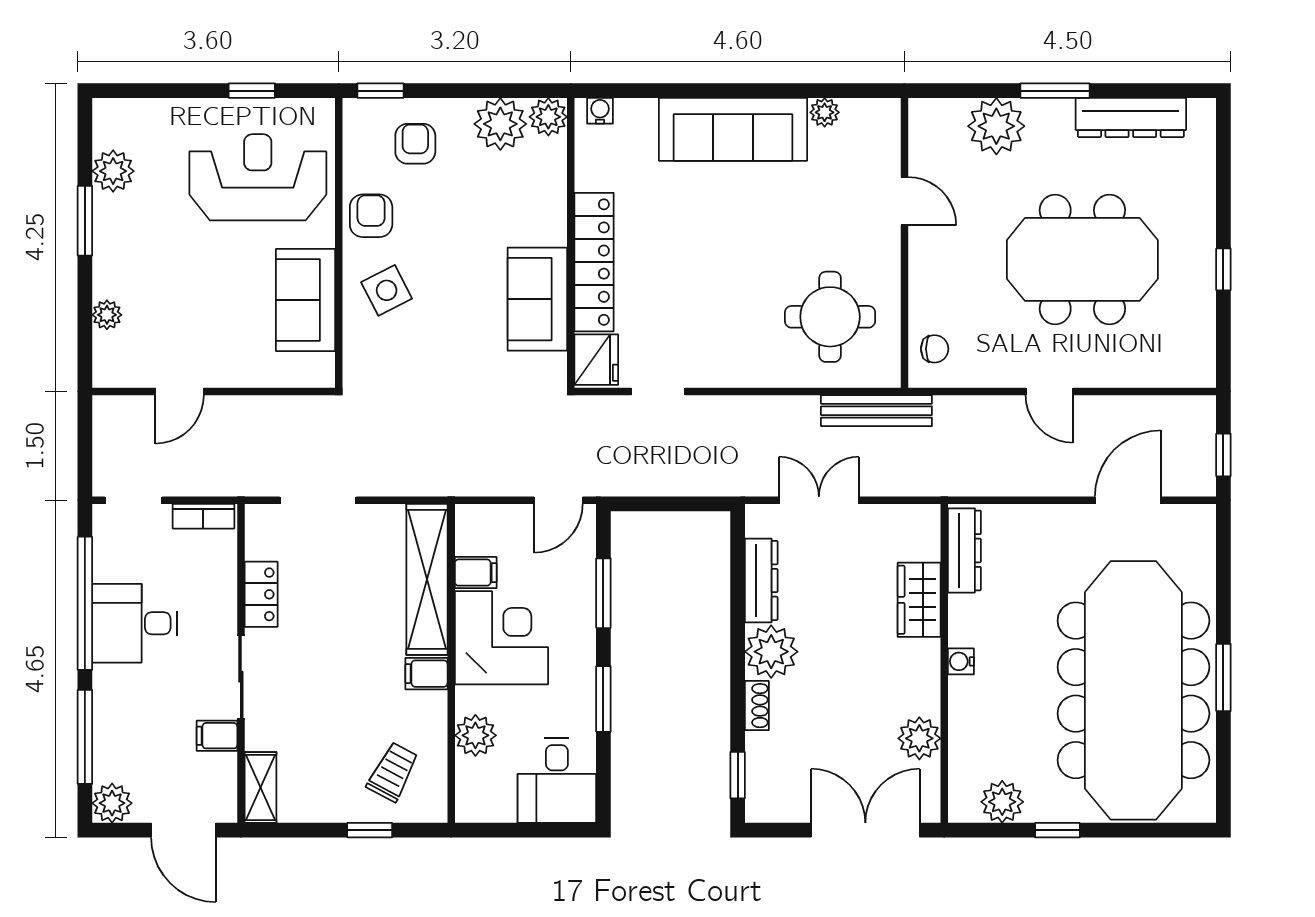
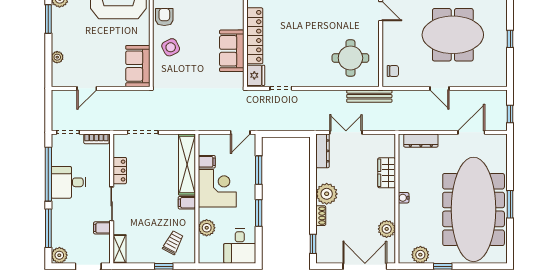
sofa: (306, 300) -> (138, 66), moved
dresser: (964, 550) -> (421, 141), moved, turned 90
dresser: (761, 580) -> (323, 151), moved

